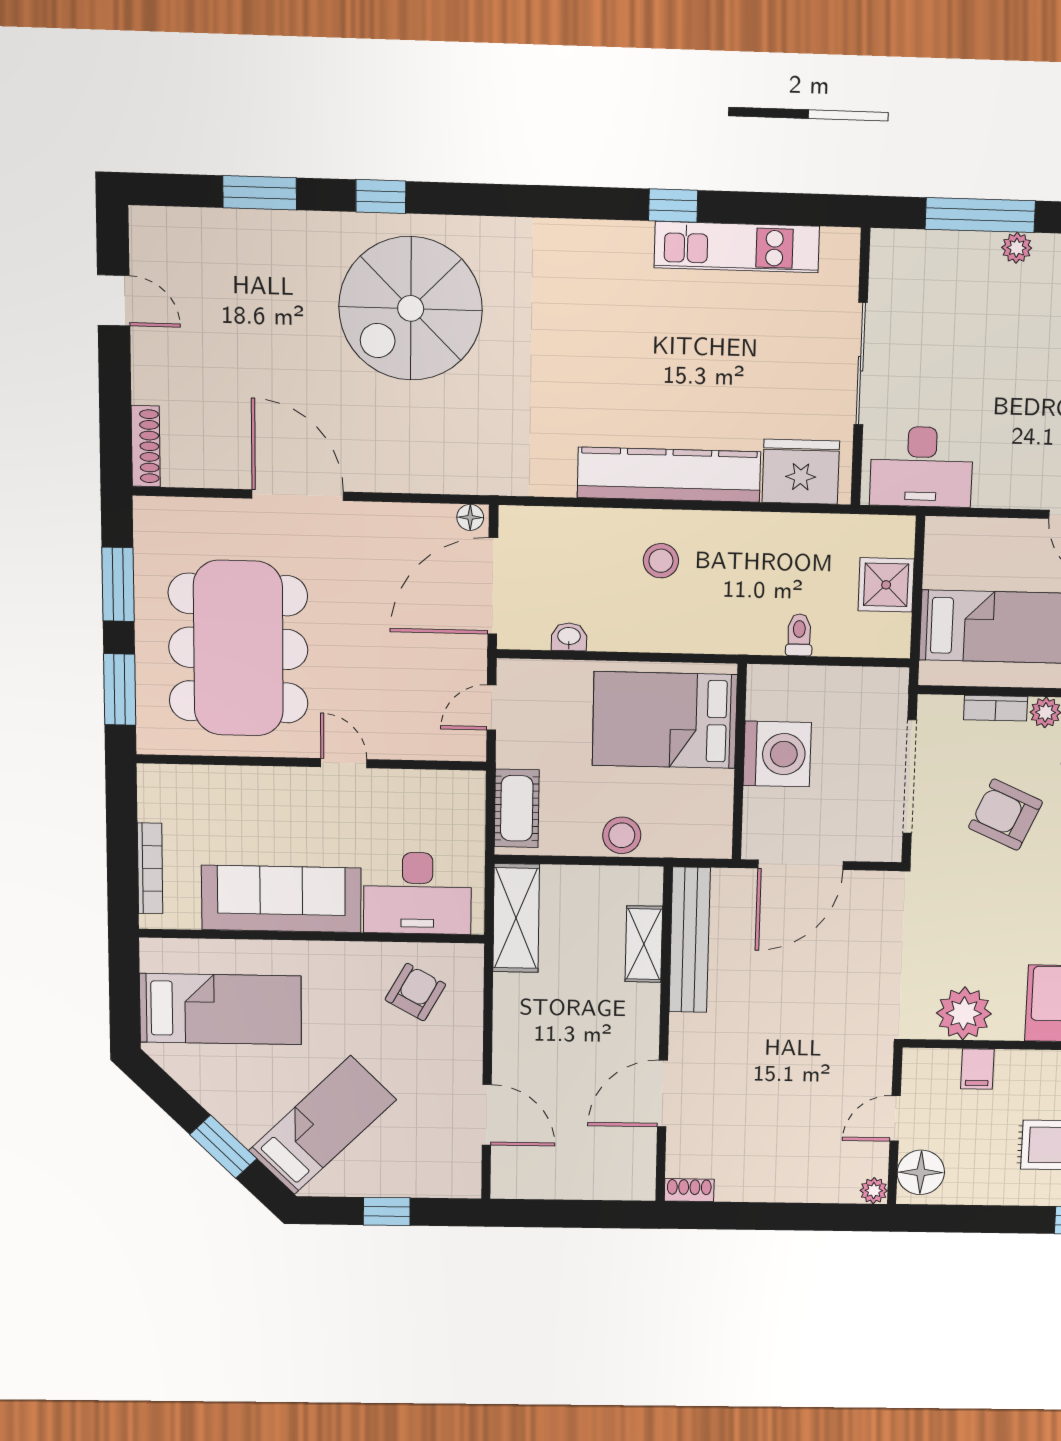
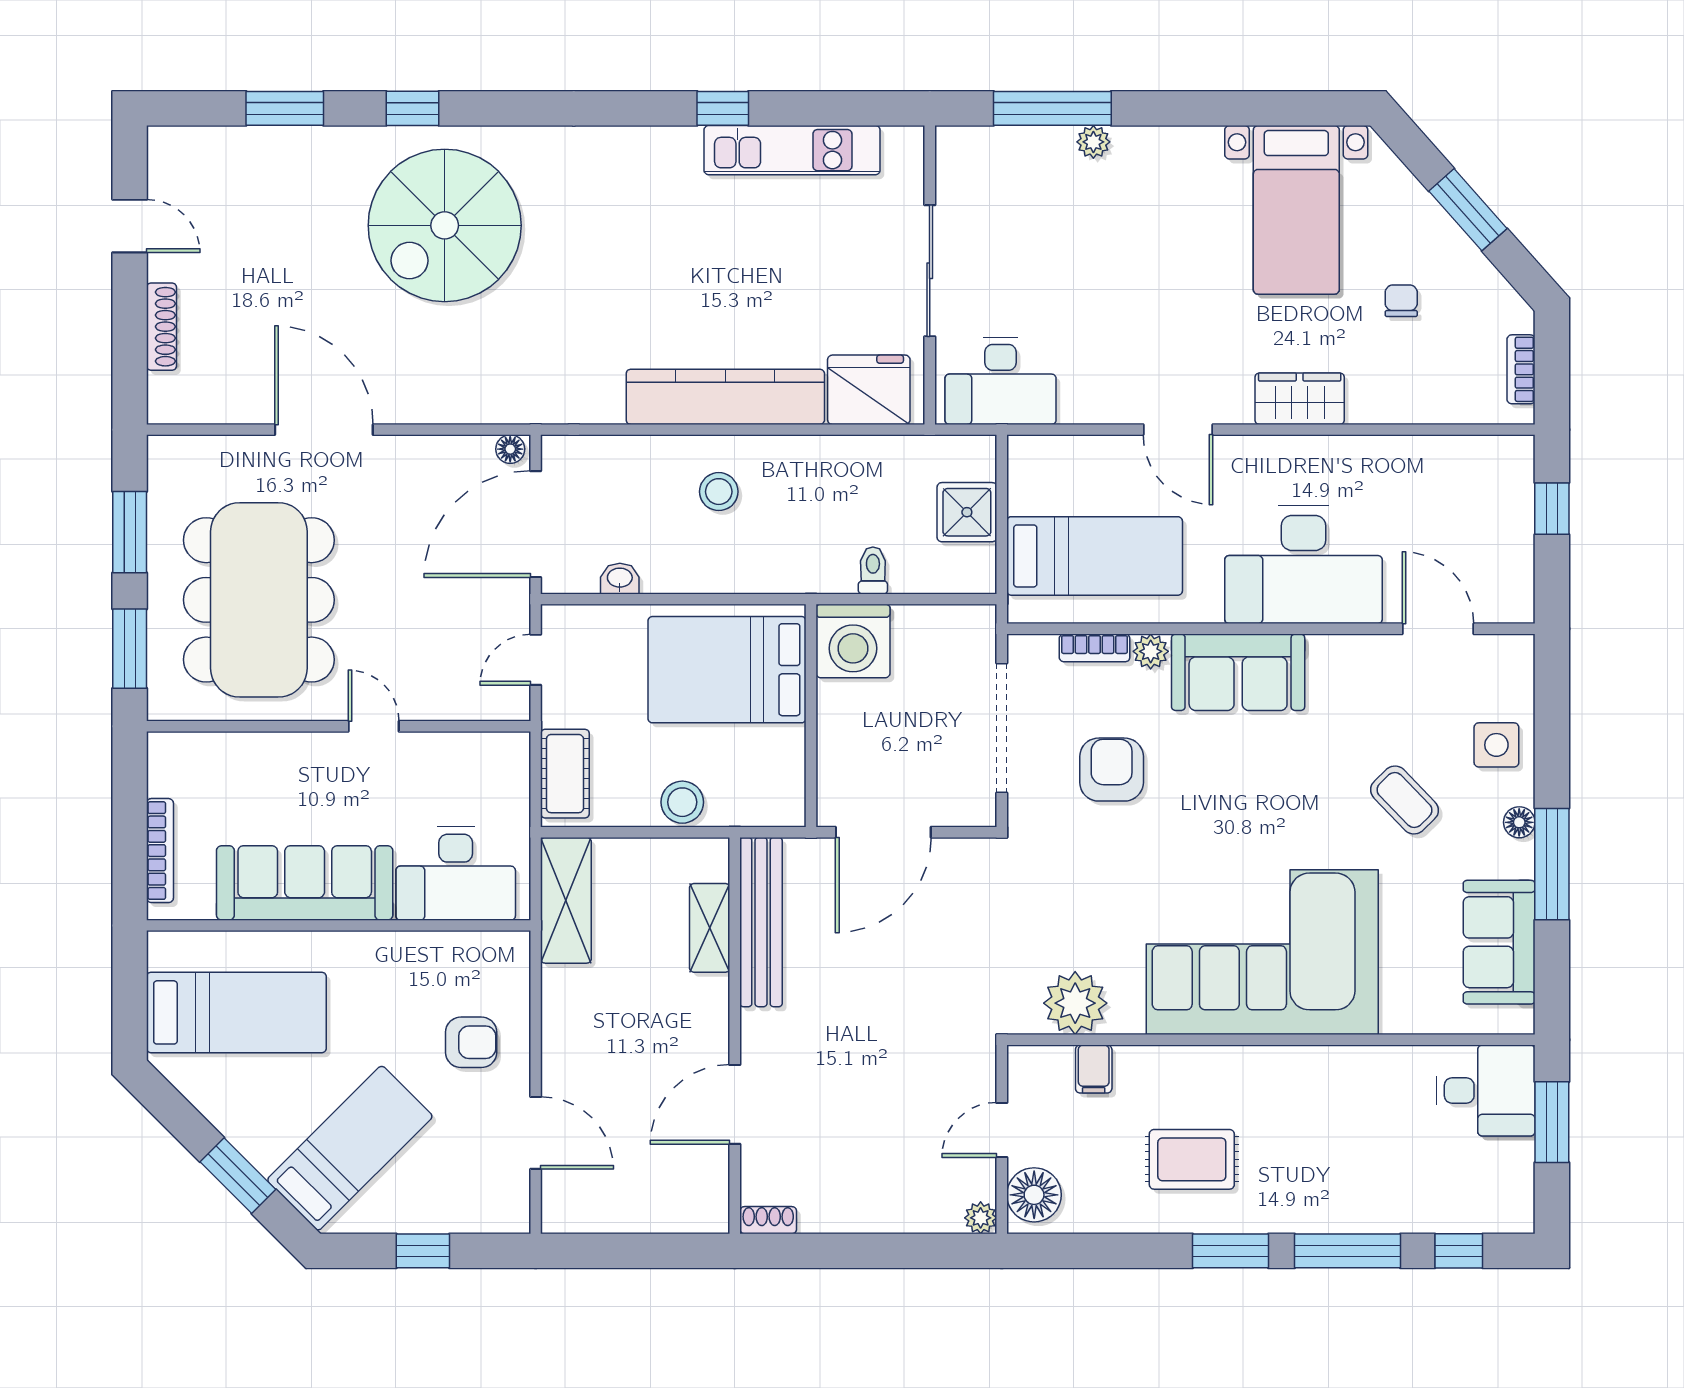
shoe rack: (146, 446) -> (162, 327), moved
washing machine: (777, 754) -> (853, 641), moved, turned 90
armchair: (1006, 815) -> (1112, 770), turned 66
armchair: (415, 992) -> (471, 1042), moved, turned 61

